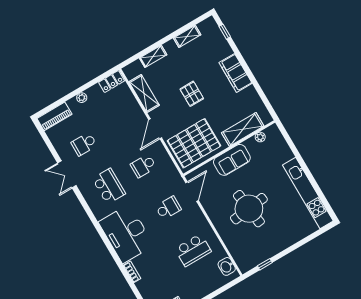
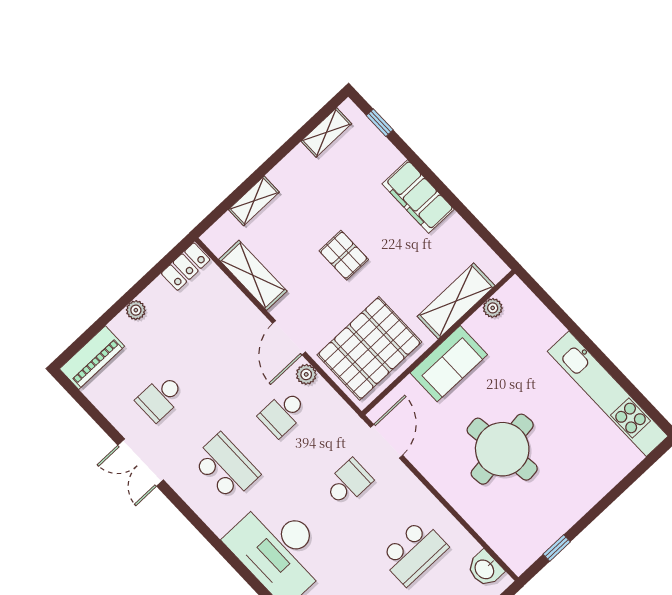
shelving: (187, 36) -> (326, 132), moved
plant: (160, 149) -> (306, 374), added

